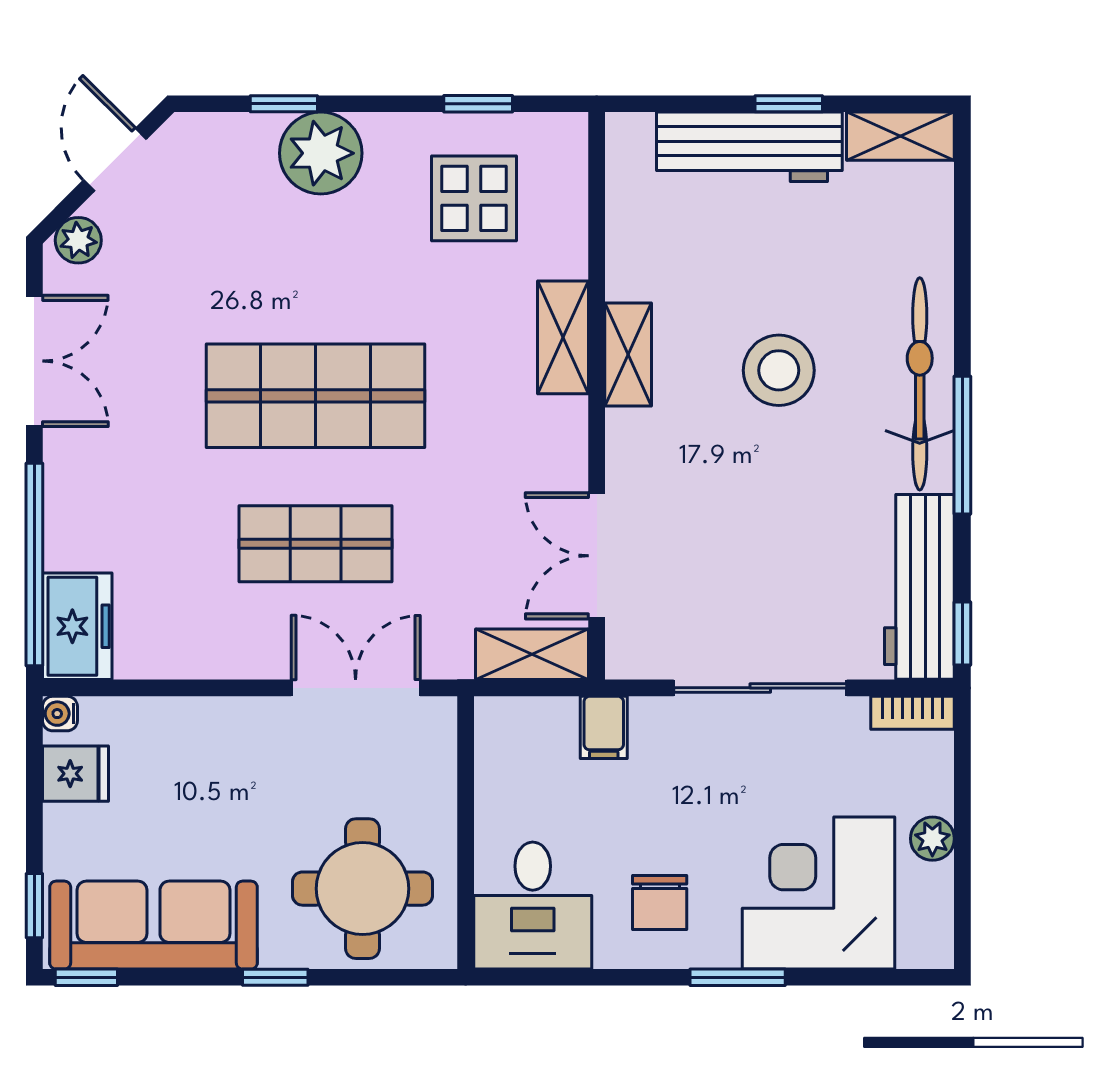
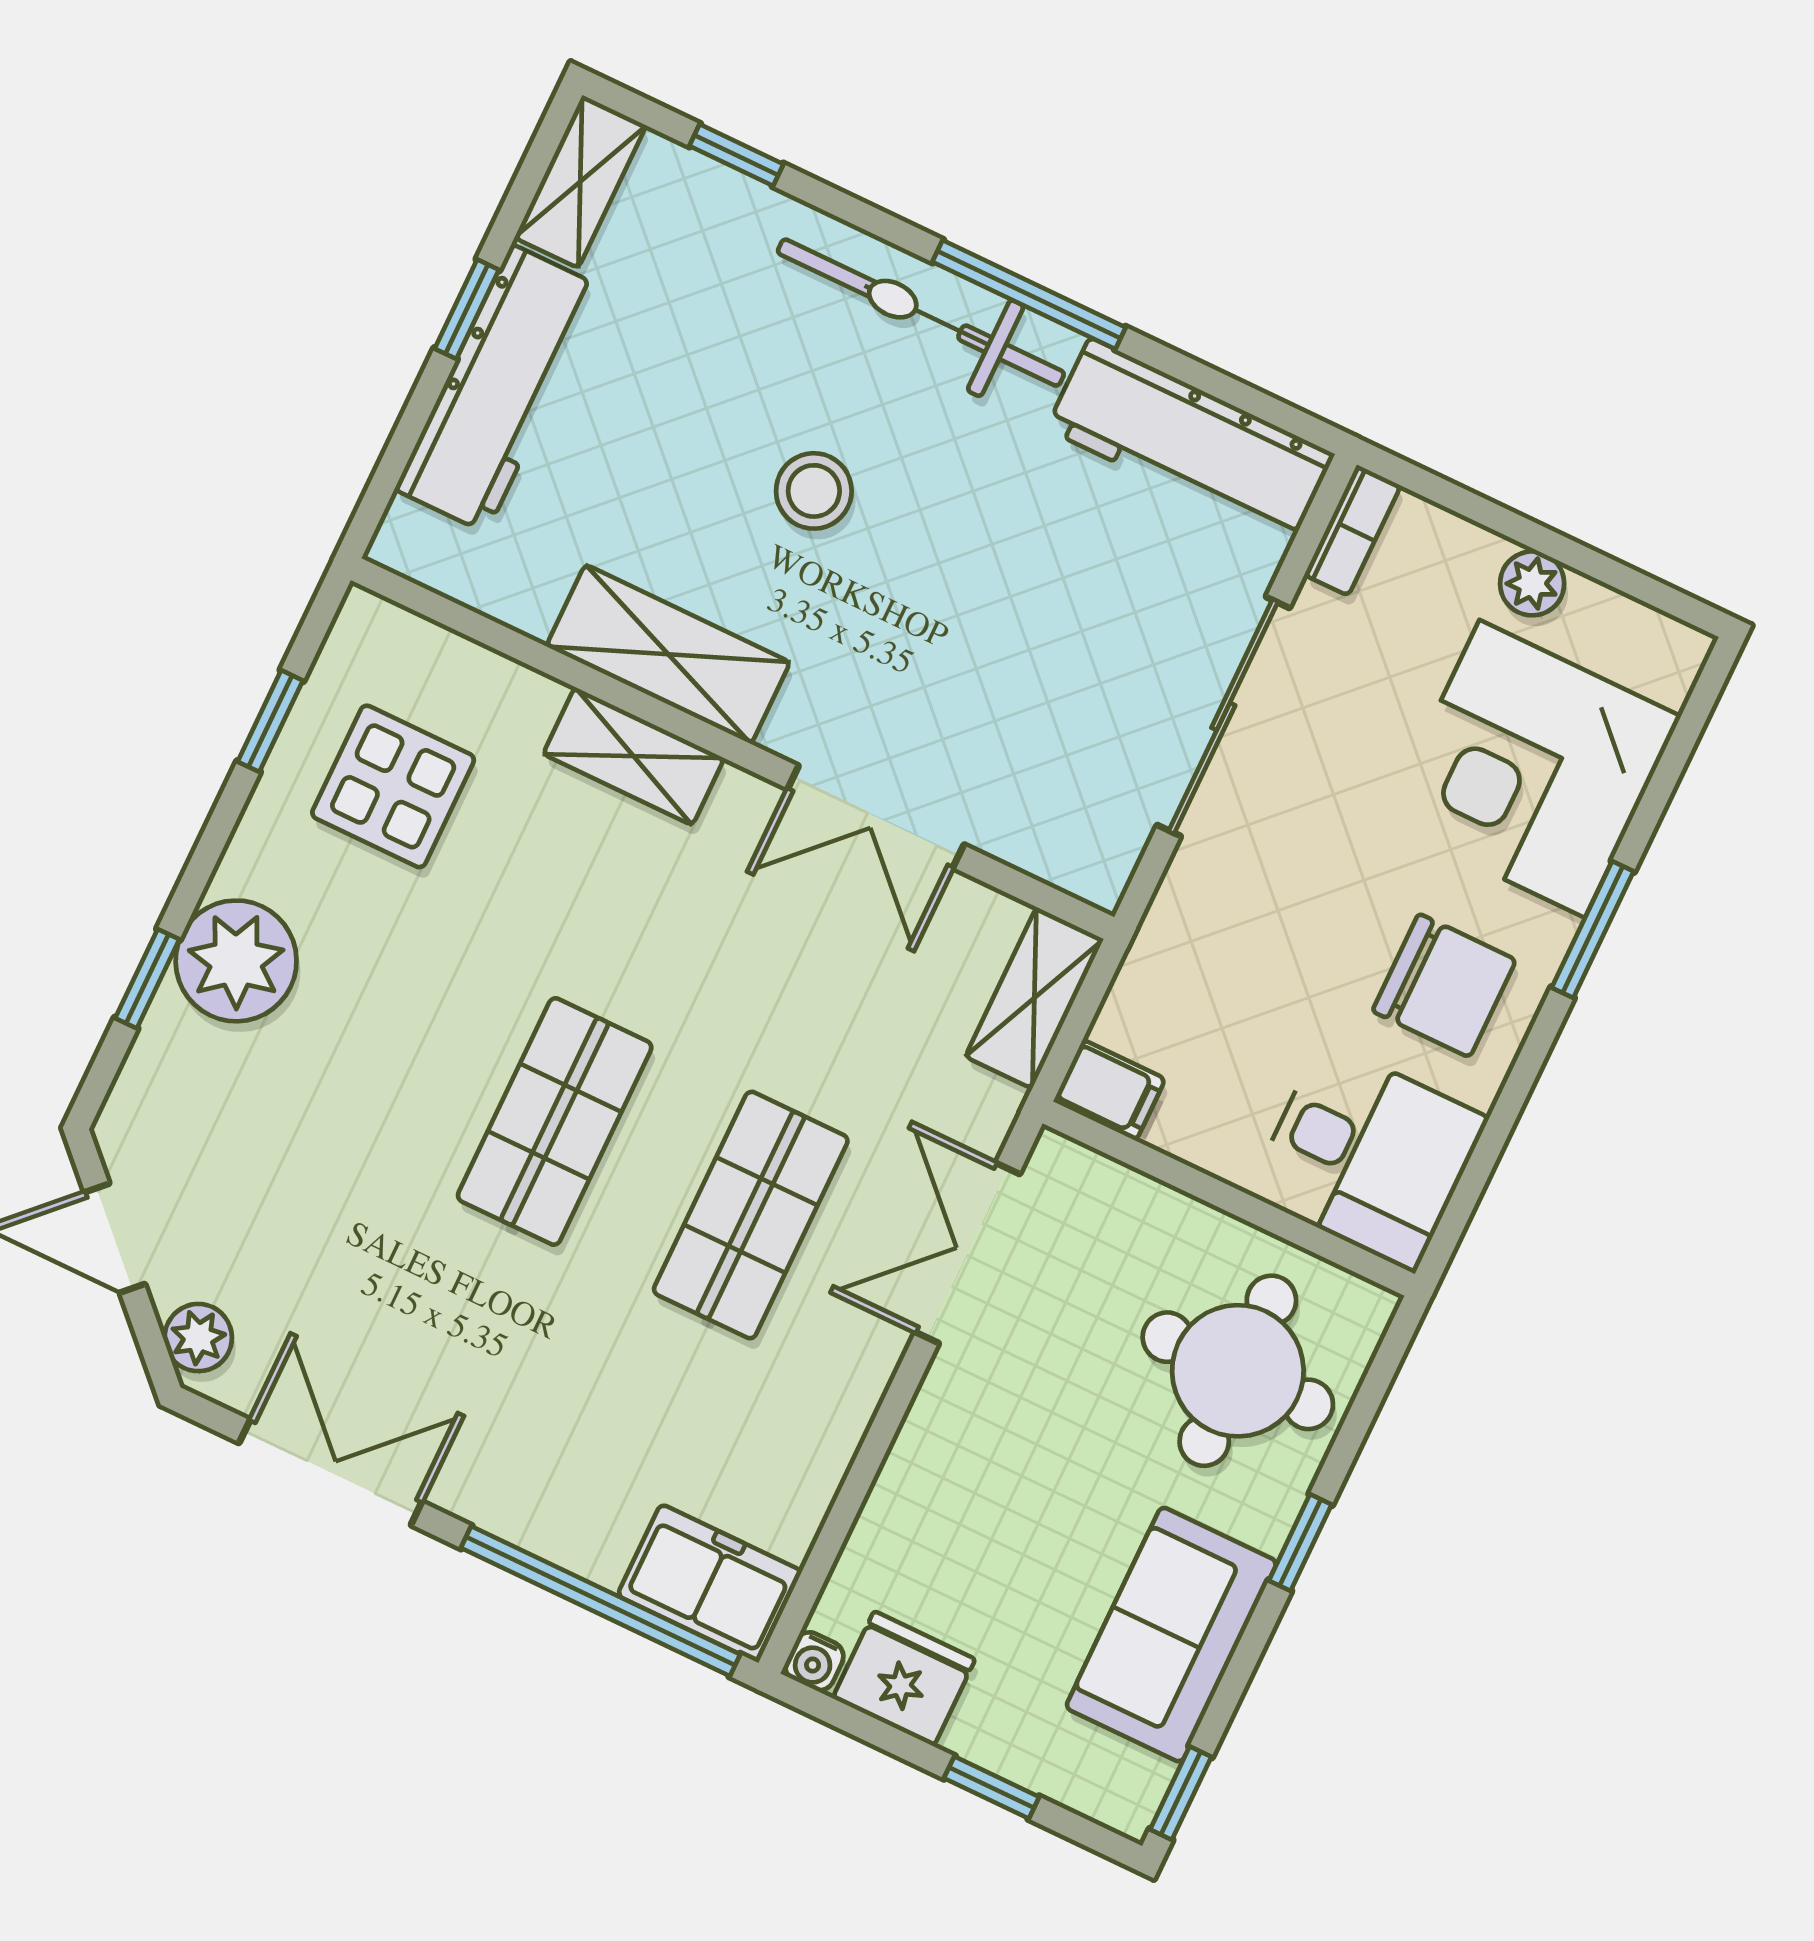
shelving: (628, 355) -> (668, 654), width x1.50, depth x1.33
stool: (779, 370) -> (814, 491), width x0.73, depth x0.73
shop shelf: (315, 396) -> (555, 1122), width x0.70, depth x0.74
double door: (597, 556) -> (876, 817), moved
window: (962, 634) -> (736, 155), moved
filing cabinet: (604, 727) -> (1109, 1090), moved
fridge: (75, 774) -> (904, 1679), width x1.38
chair: (660, 902) -> (1444, 986), width x1.37, depth x1.37
window: (34, 906) -> (992, 1788), moved
sofa: (153, 925) -> (1171, 1635), width x0.73

